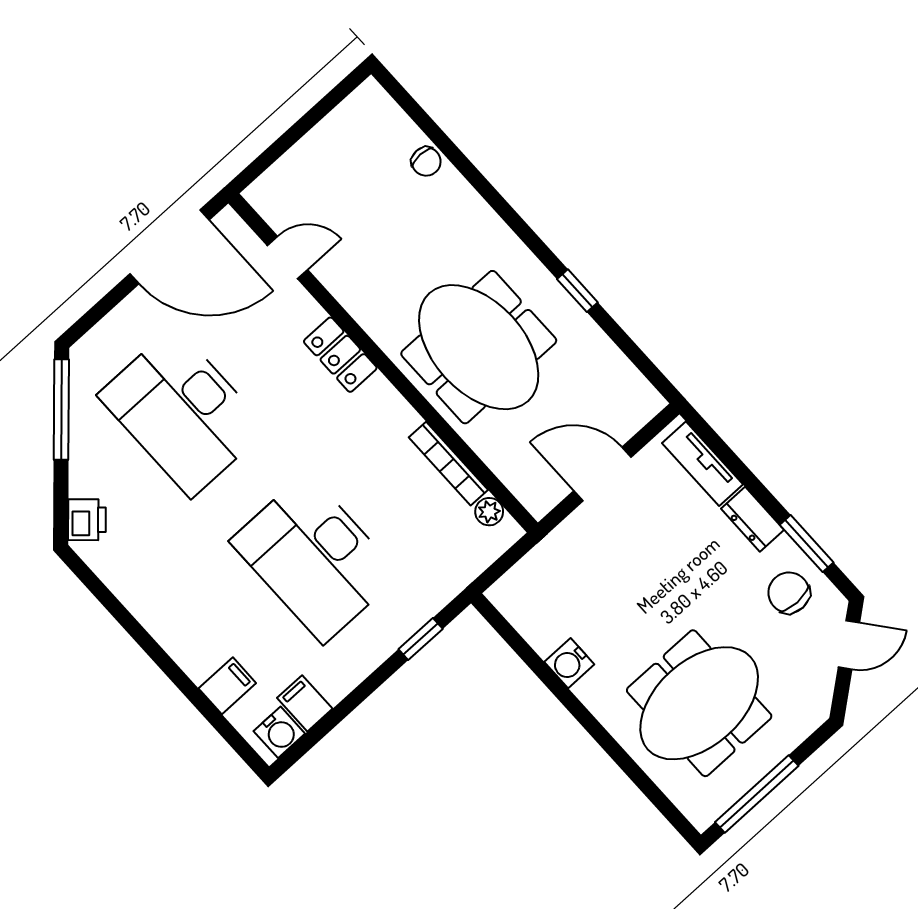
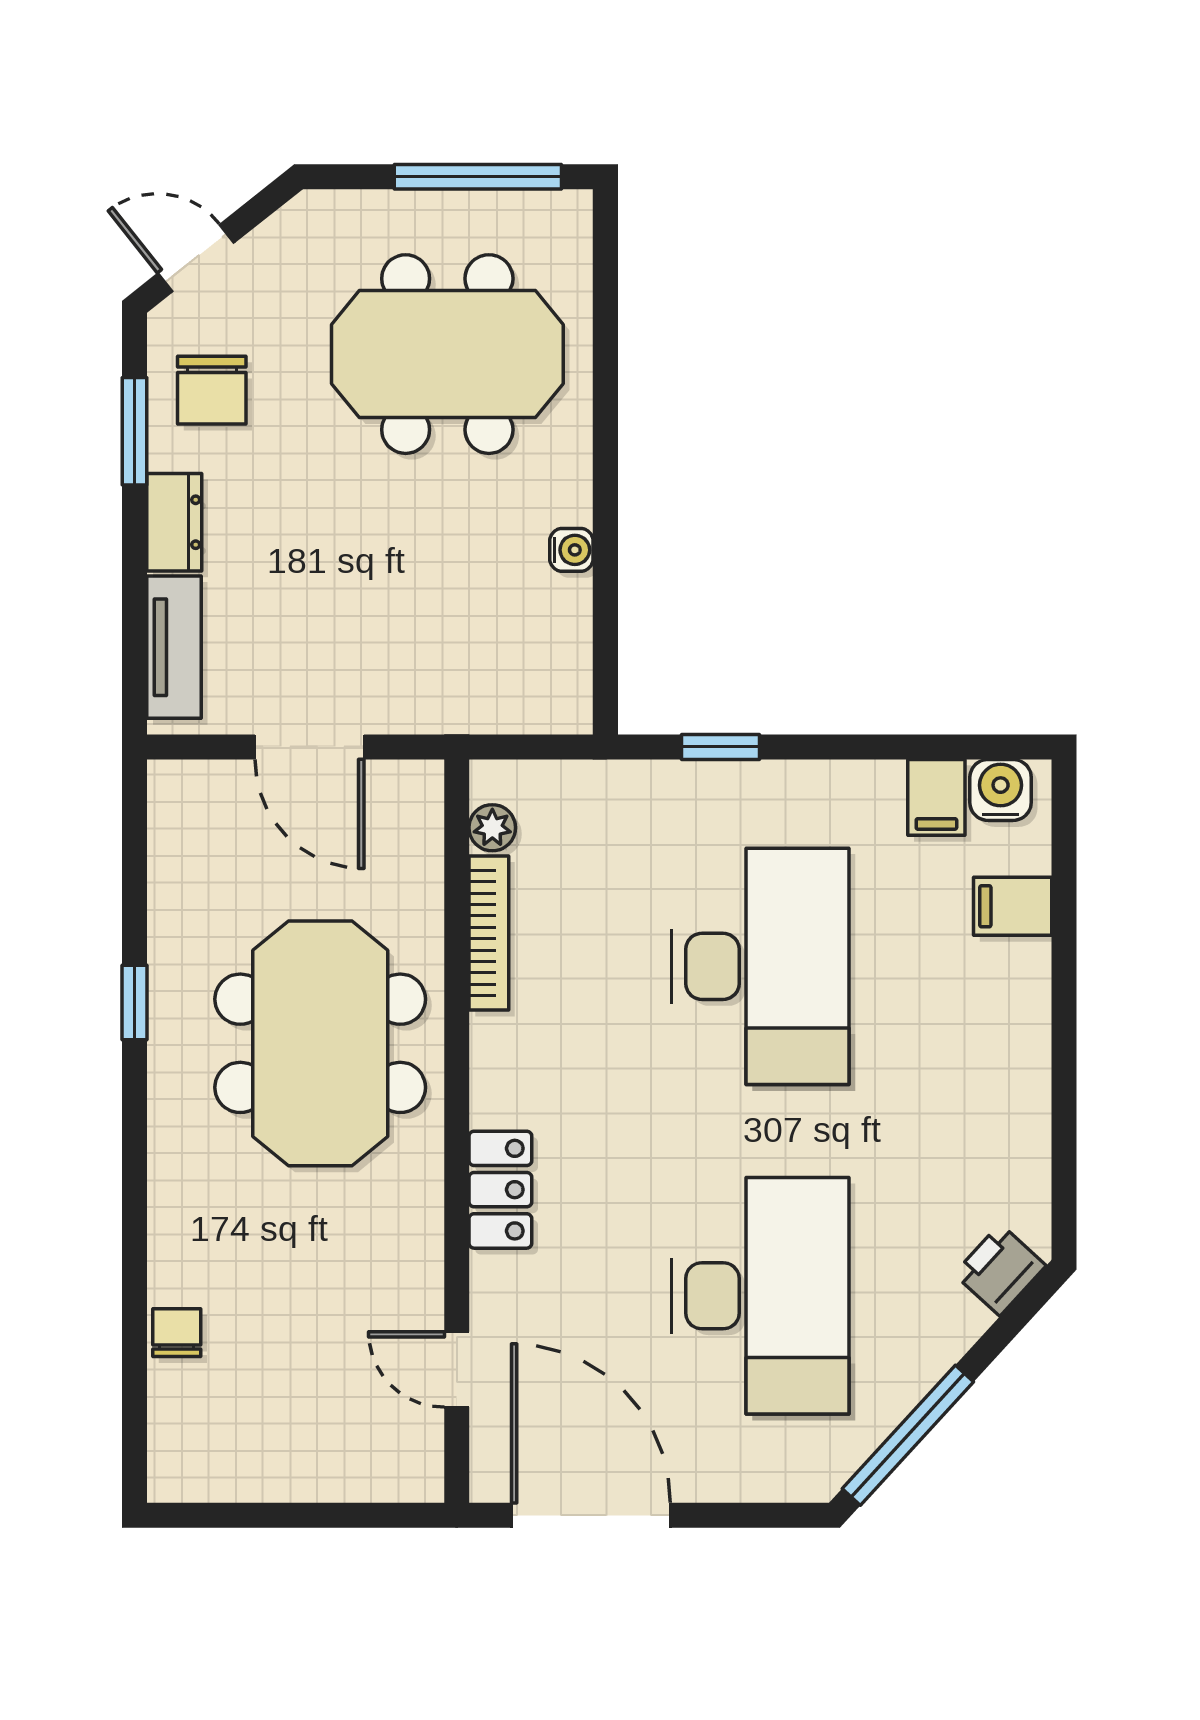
water cooler: (569, 663) -> (571, 550), width x0.72, depth x0.72

